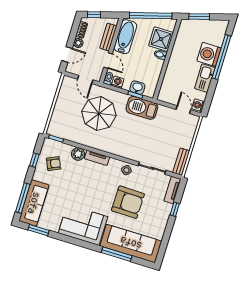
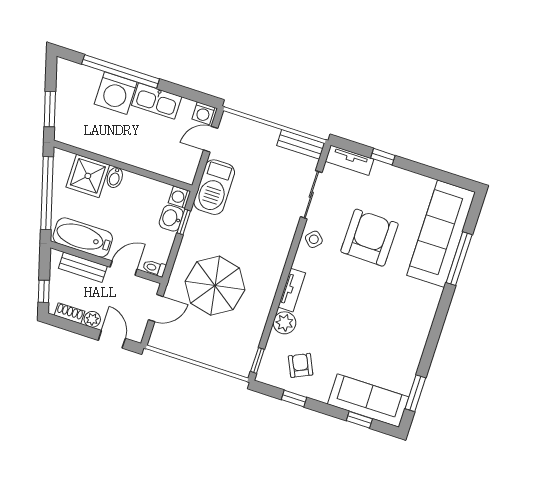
washing machine: (118, 82) -> (179, 197), moved
barbecue: (142, 108) -> (214, 187), moved
window: (23, 198) -> (359, 420), width x0.46
corner sofa: (83, 225) -> (408, 316), removed

